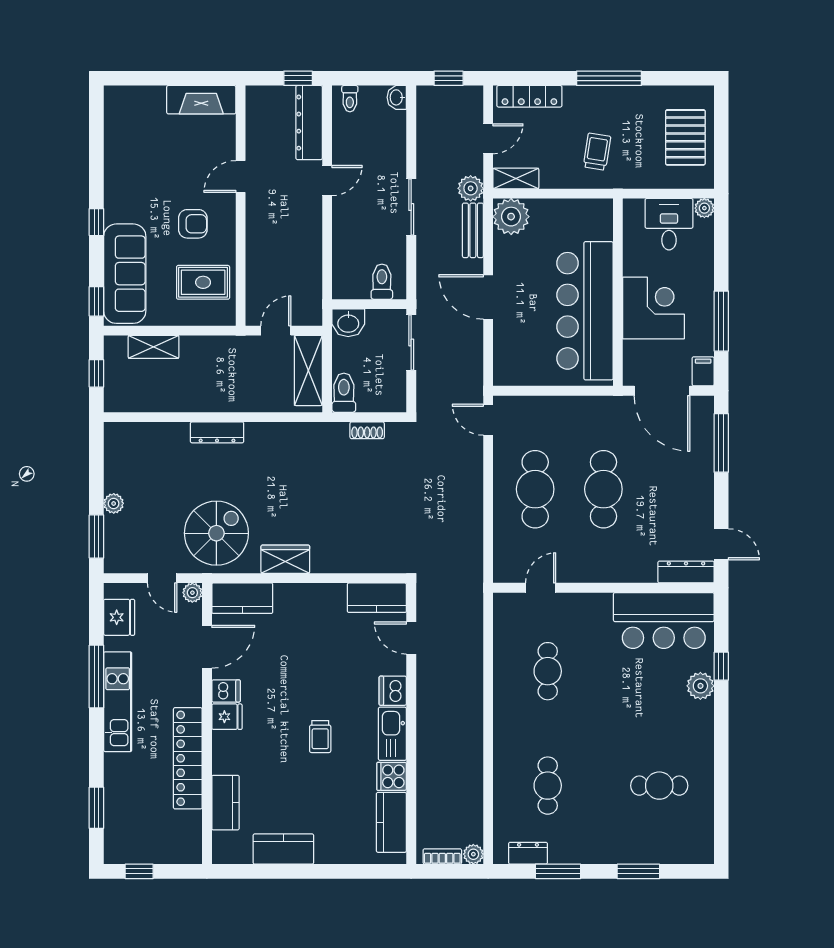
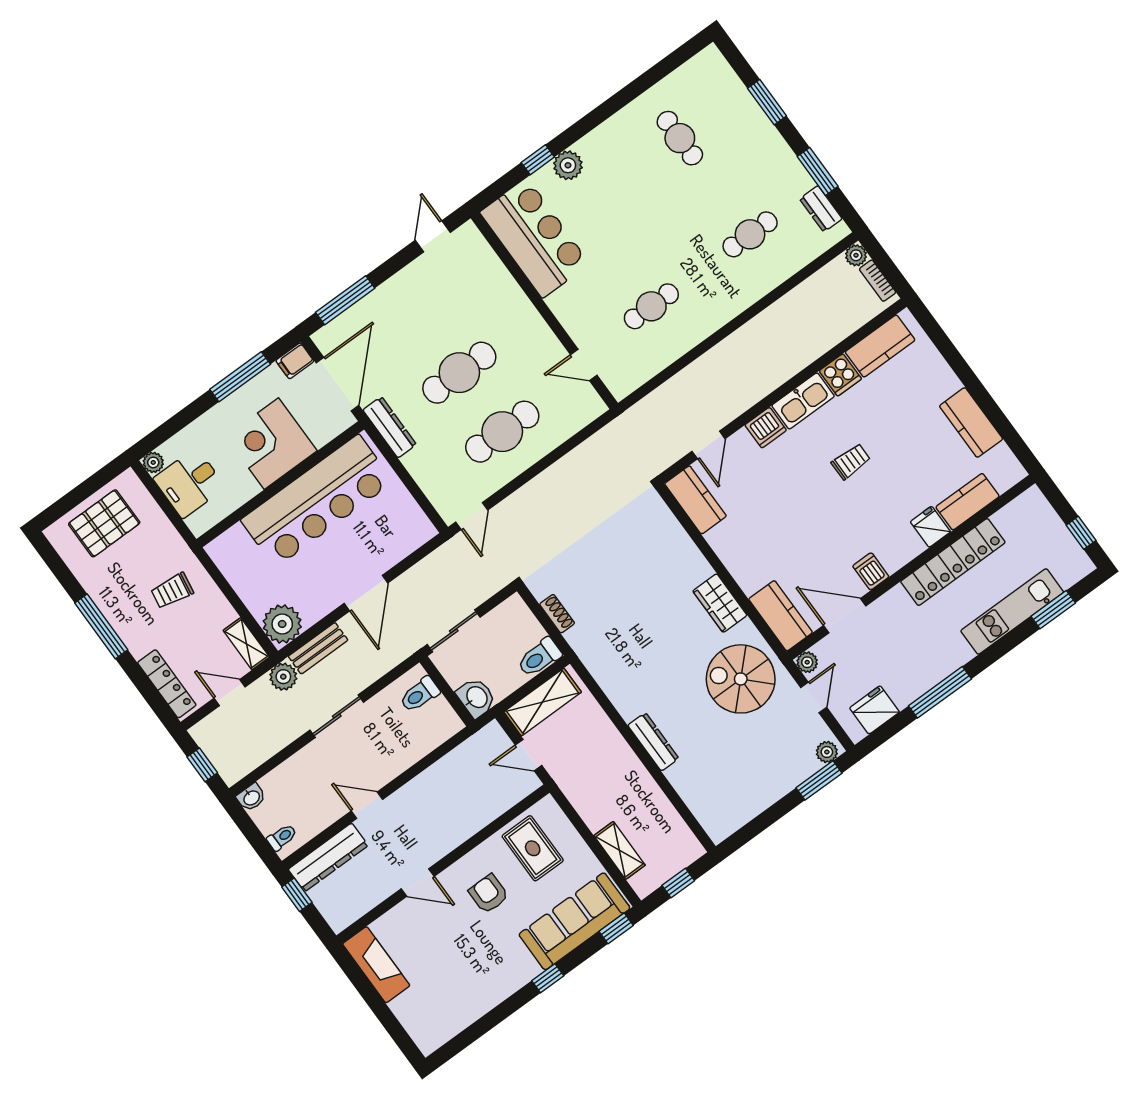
plant: (114, 503) -> (827, 752), moved
dresser: (686, 572) -> (390, 427), moved, turned 180
kitchen unit: (118, 702) -> (1012, 611), moved
fridge: (227, 717) -> (930, 527), moved

